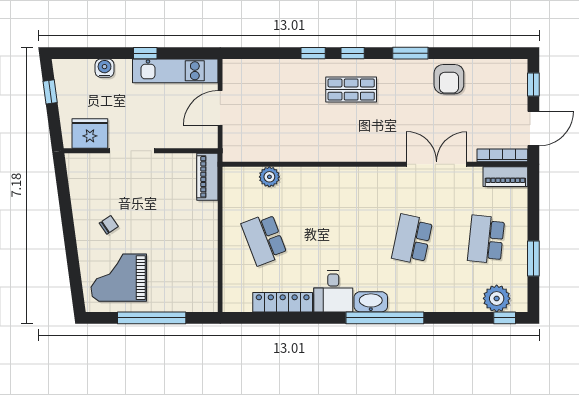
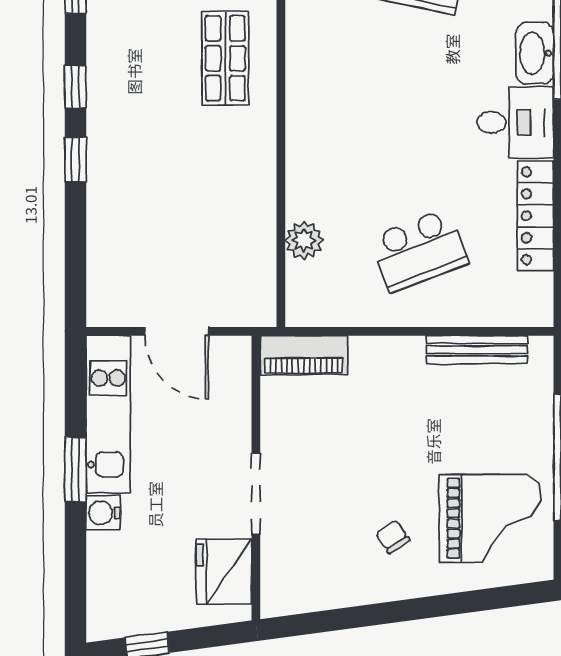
window: (145, 53) -> (75, 470), width x1.50
water cooler: (105, 68) -> (103, 513), moved
shop shelf: (351, 90) -> (225, 58), moved
bench: (210, 271) -> (477, 350), added
grand piano: (119, 278) -> (490, 518), turned -90

